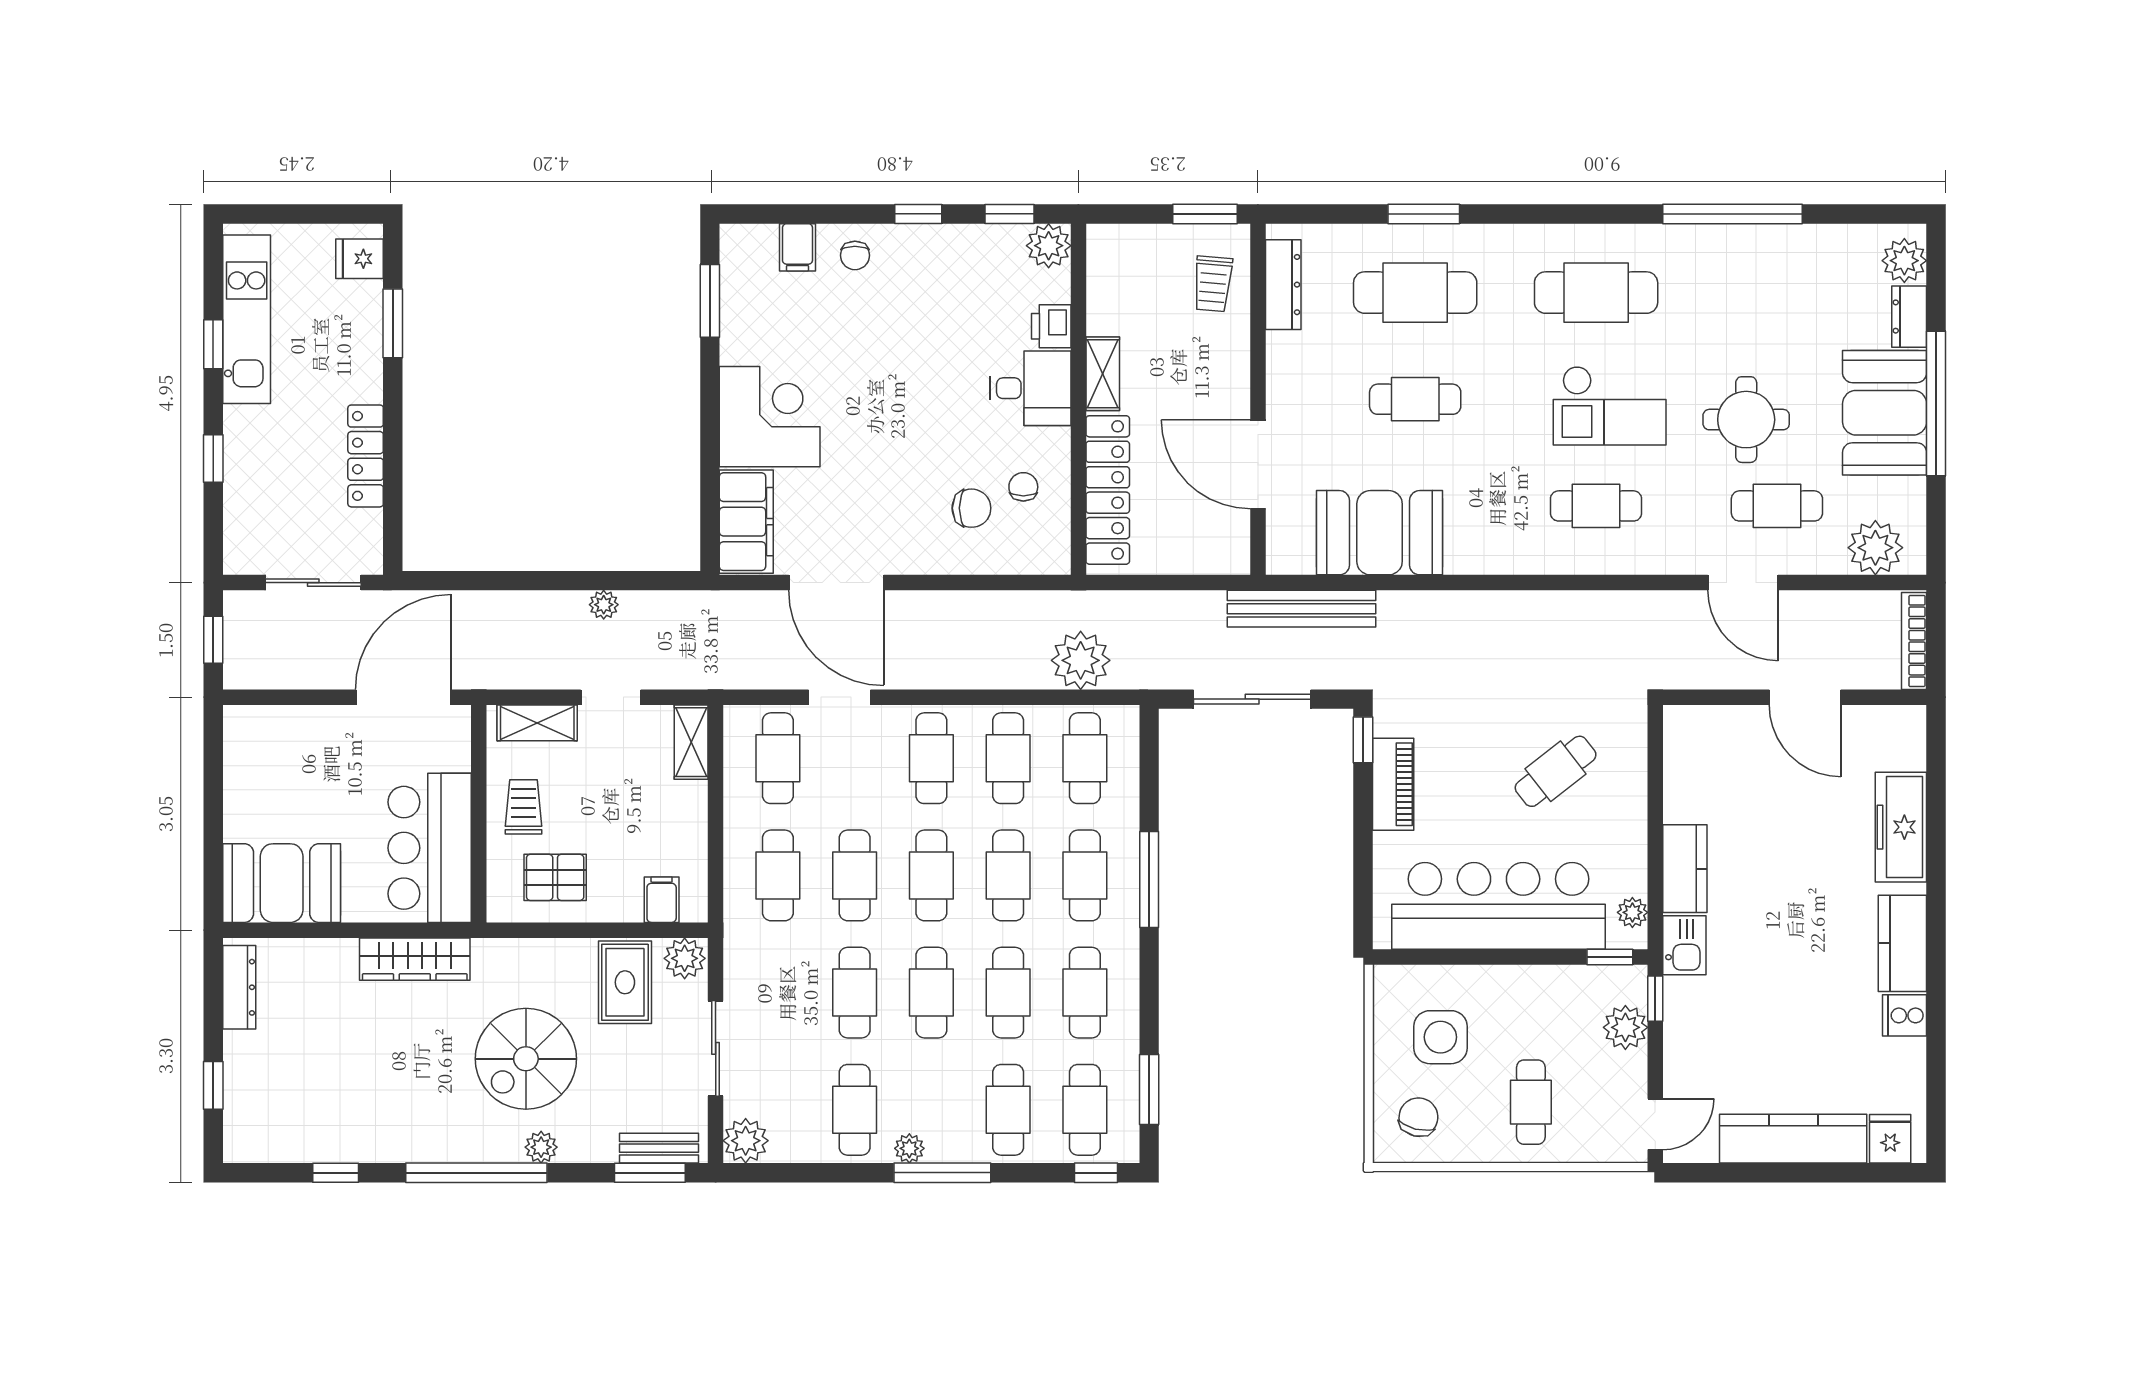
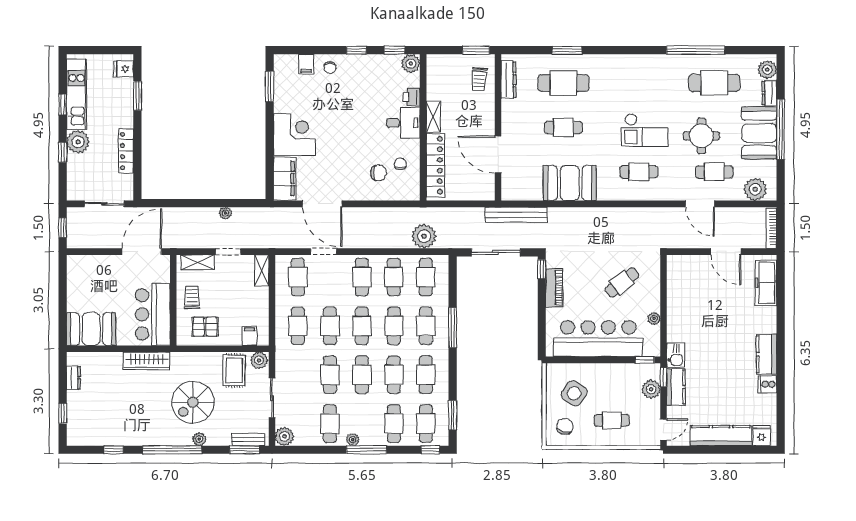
cafe table: (1596, 293) -> (714, 83), moved
plant: (250, 434) -> (78, 142), added
booth: (1380, 533) -> (570, 183), moved
freezer: (1901, 827) -> (766, 283), moved
kitchen counter: (1685, 869) -> (676, 387), moved
plant: (1632, 912) -> (654, 318), moved
dresser: (239, 987) -> (73, 378), width x0.70
side table: (1440, 1037) -> (574, 393), turned 35
cafe table: (1531, 1102) -> (612, 420), turned 90

